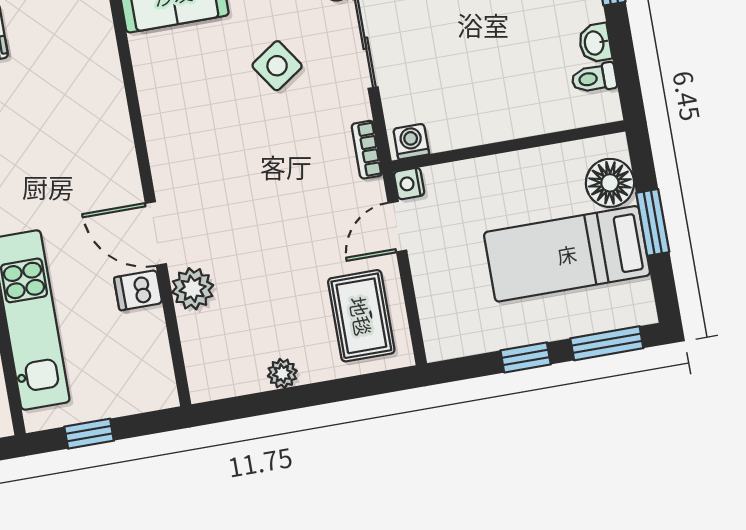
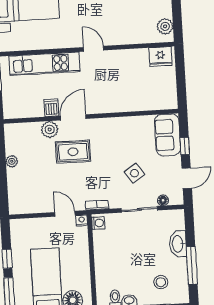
rug: (361, 316) -> (73, 152), moved

